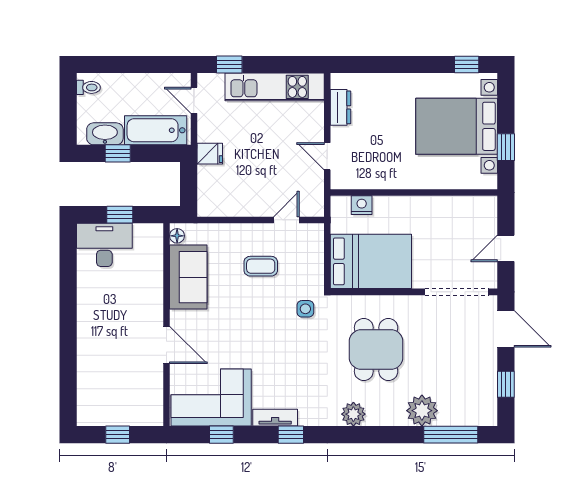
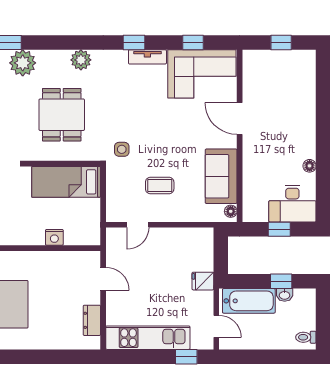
washbasin: (105, 134) -> (285, 295), width x0.52, depth x0.69
nightstand: (362, 205) -> (54, 237), moved
bed: (371, 261) -> (66, 182), width x0.67
floor lamp: (84, 289) -> (310, 166), added

